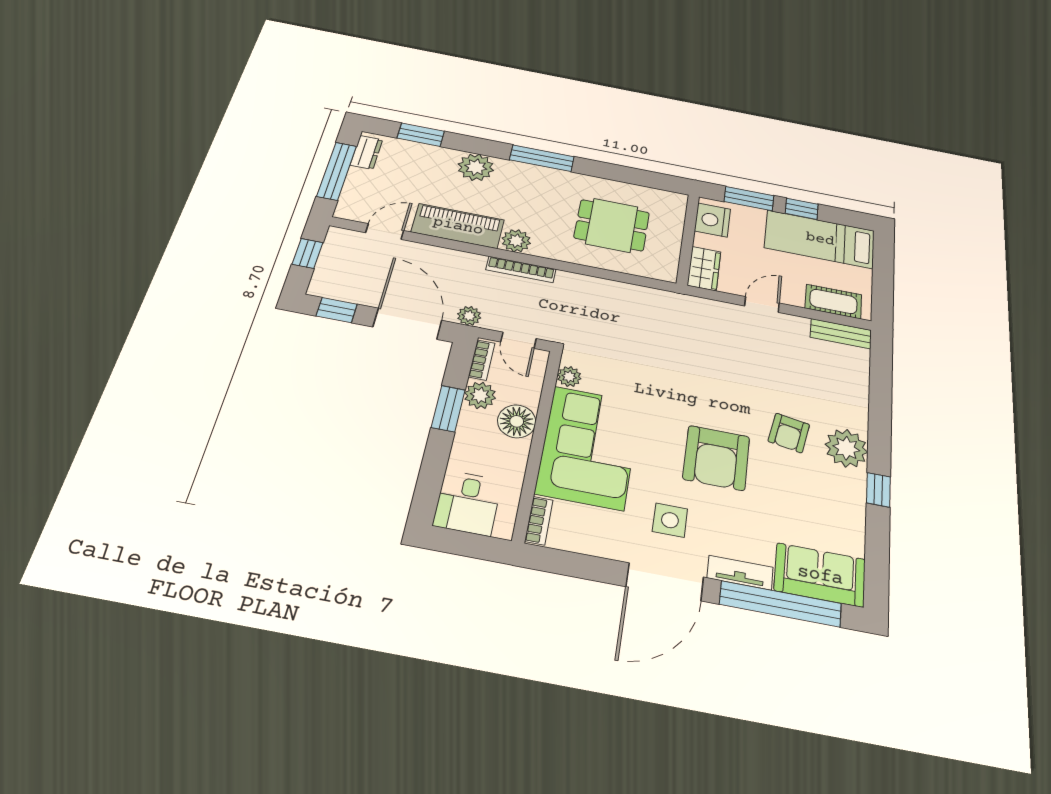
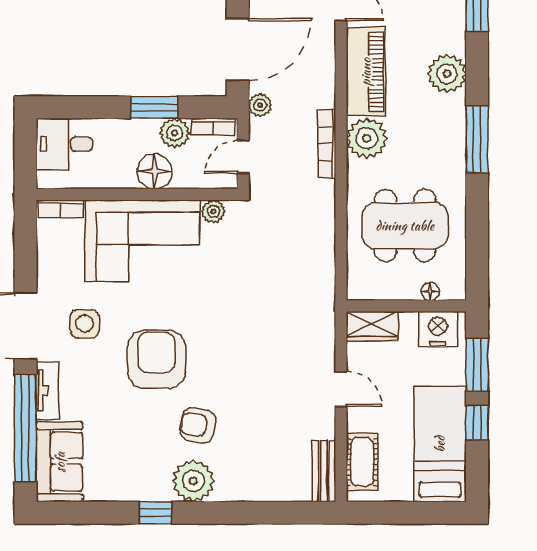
floor lamp: (677, 219) -> (430, 291), added
dining table: (612, 225) -> (405, 226), width x1.38
plant: (516, 241) -> (367, 138), width x1.36, depth x1.36
armchair: (716, 458) -> (156, 359), turned 90

